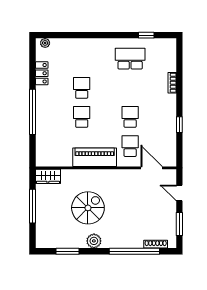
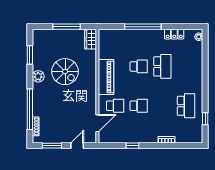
school desk: (82, 88) -> (162, 66), width x1.85

